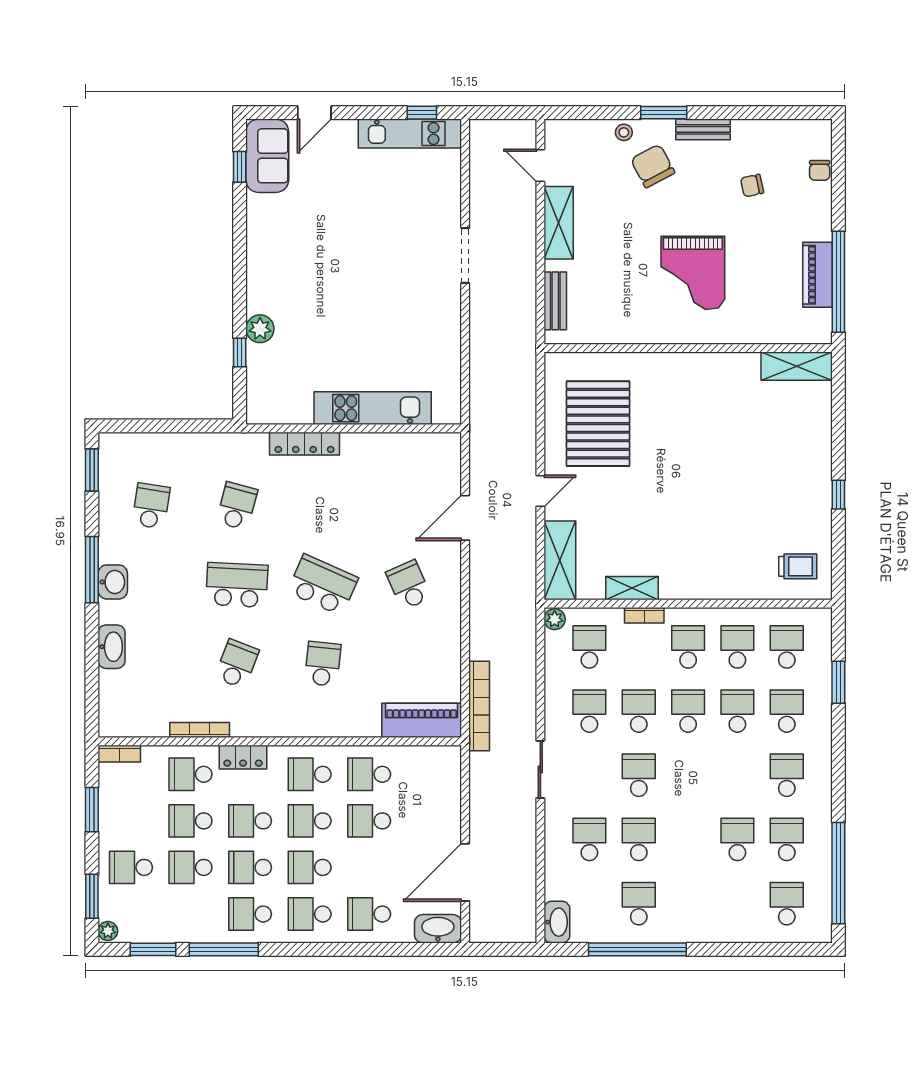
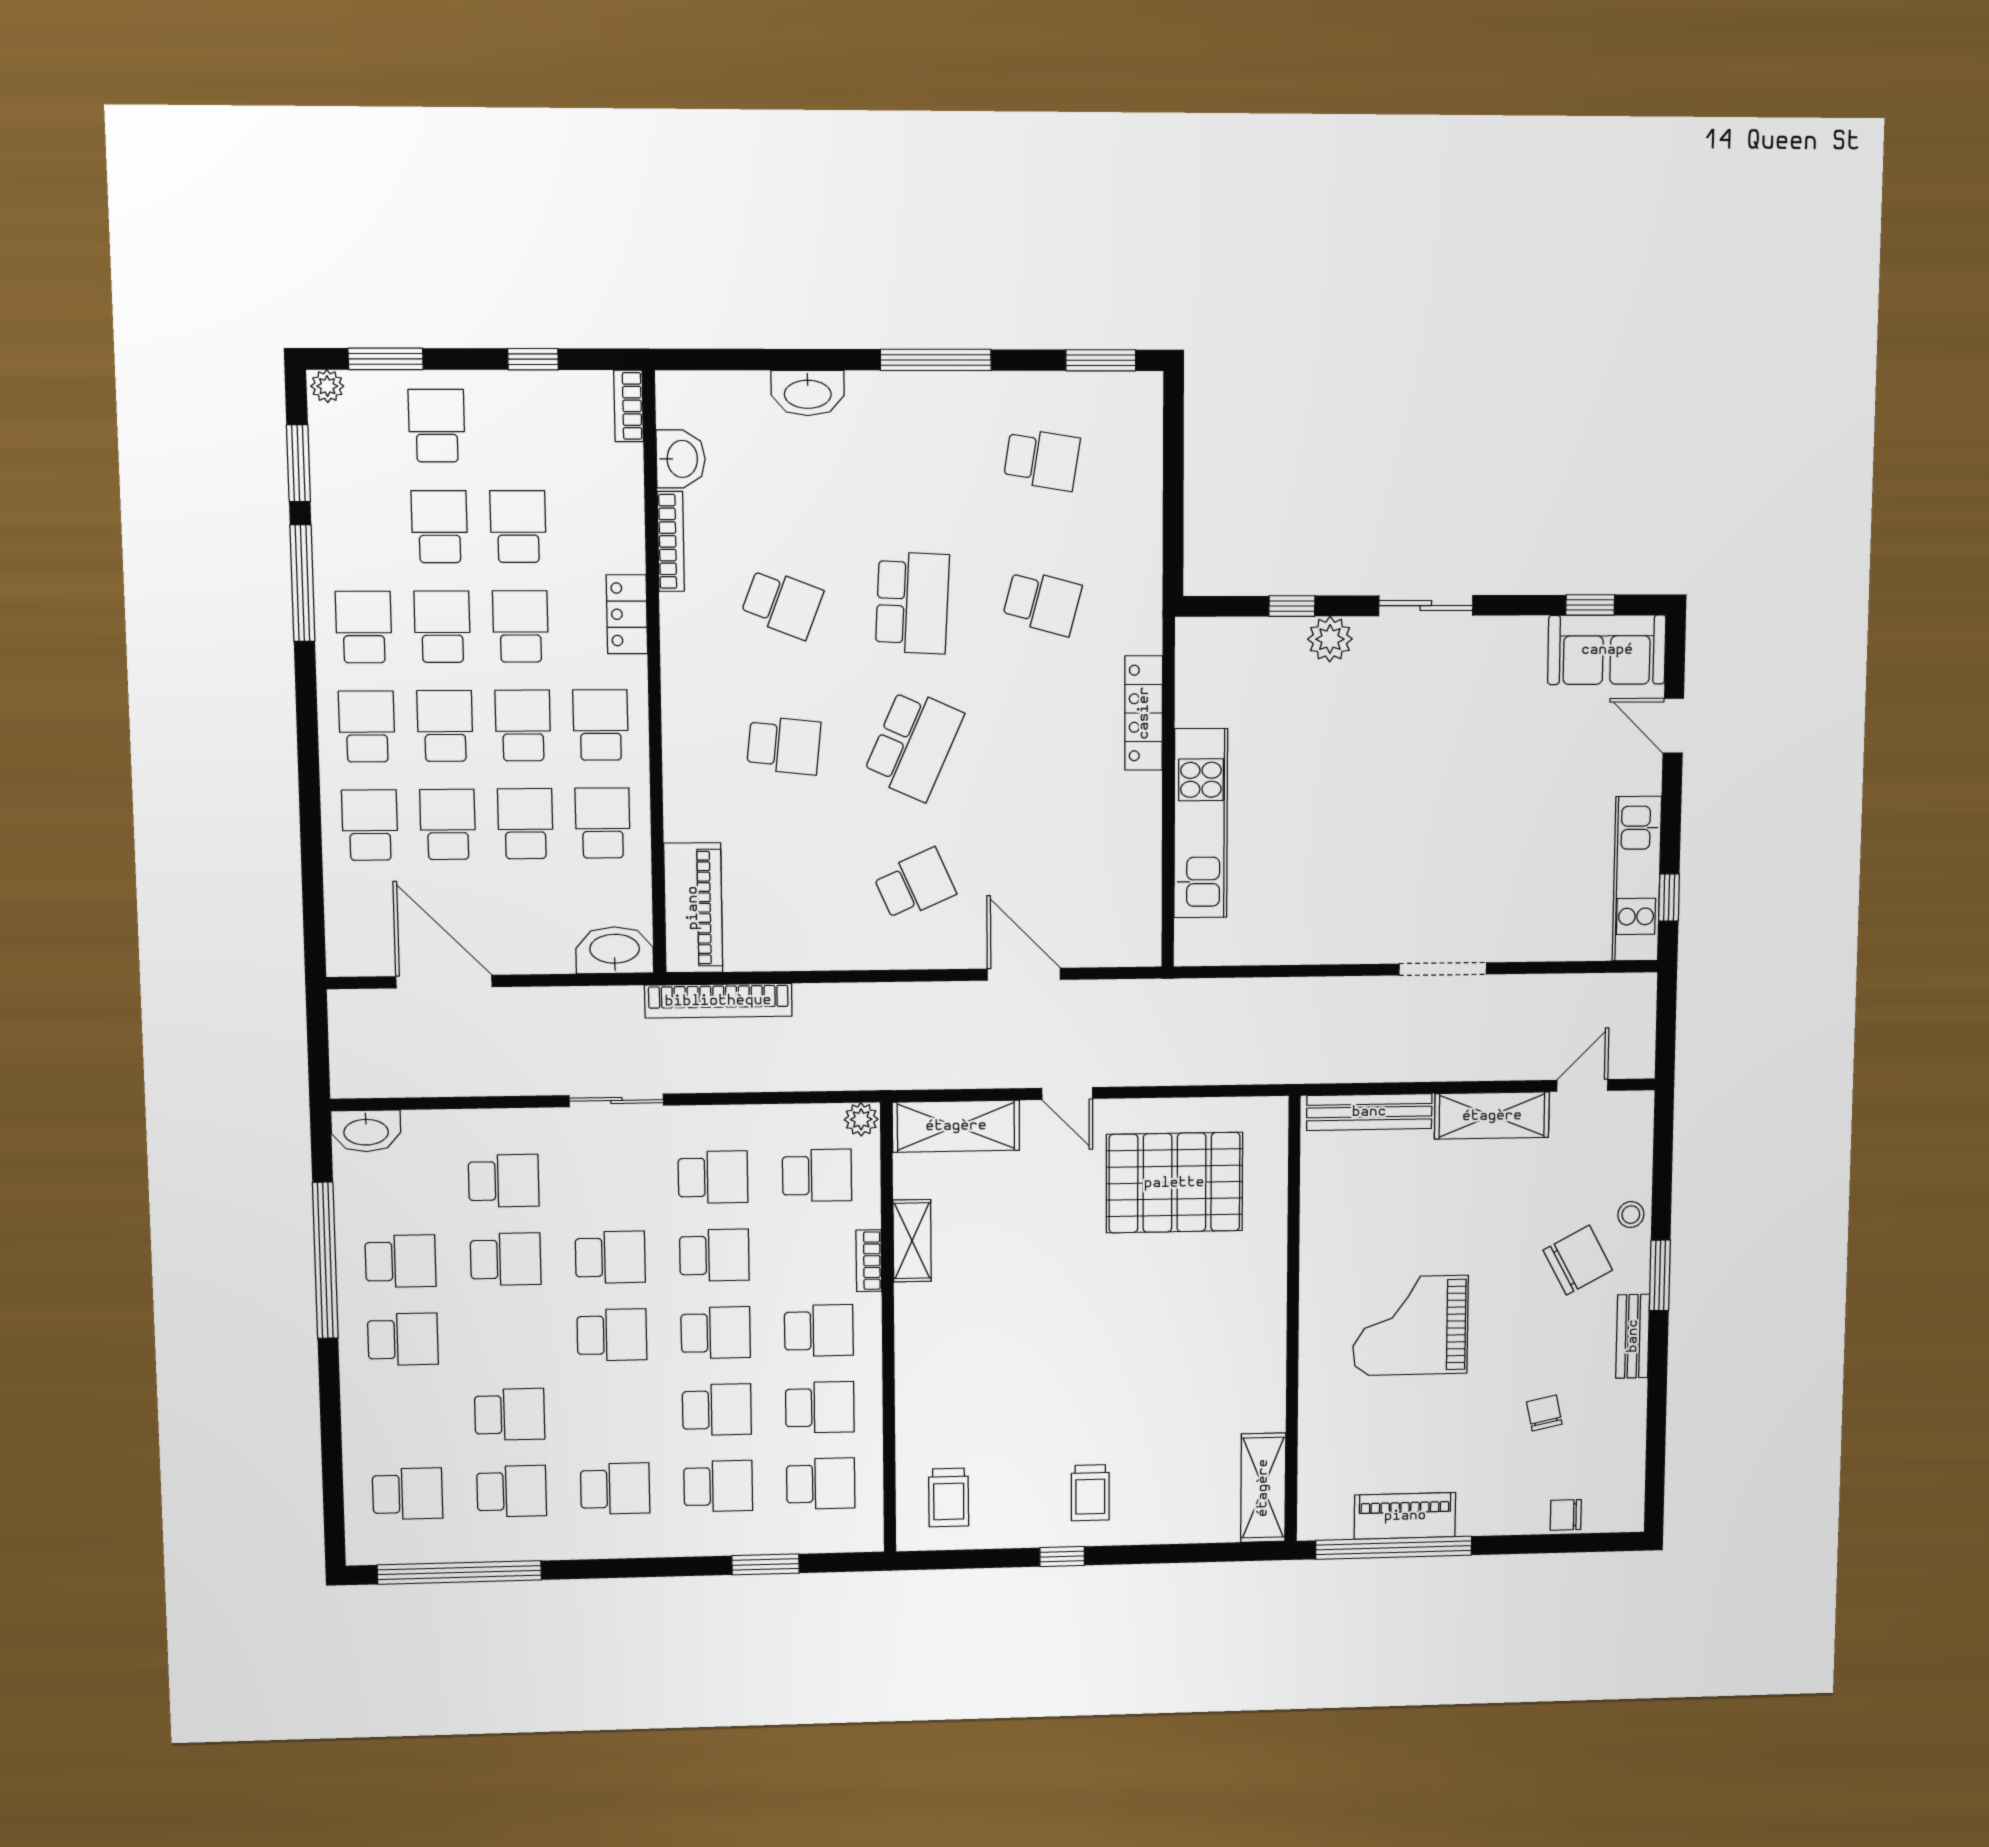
sliding door: (240, 269) -> (1426, 606), added
bench: (555, 301) -> (1369, 1112), width x1.36
trolley: (797, 477) -> (1090, 1493), added
washbasin: (113, 582) -> (681, 459), moved, turned -90
school desk: (191, 774) -> (448, 824), moved
school desk: (688, 775) -> (612, 1335), added
window: (92, 810) -> (533, 359), width x0.67
school desk: (688, 904) -> (403, 1339), added
washbasin: (438, 929) -> (615, 950), moved, turned -90

